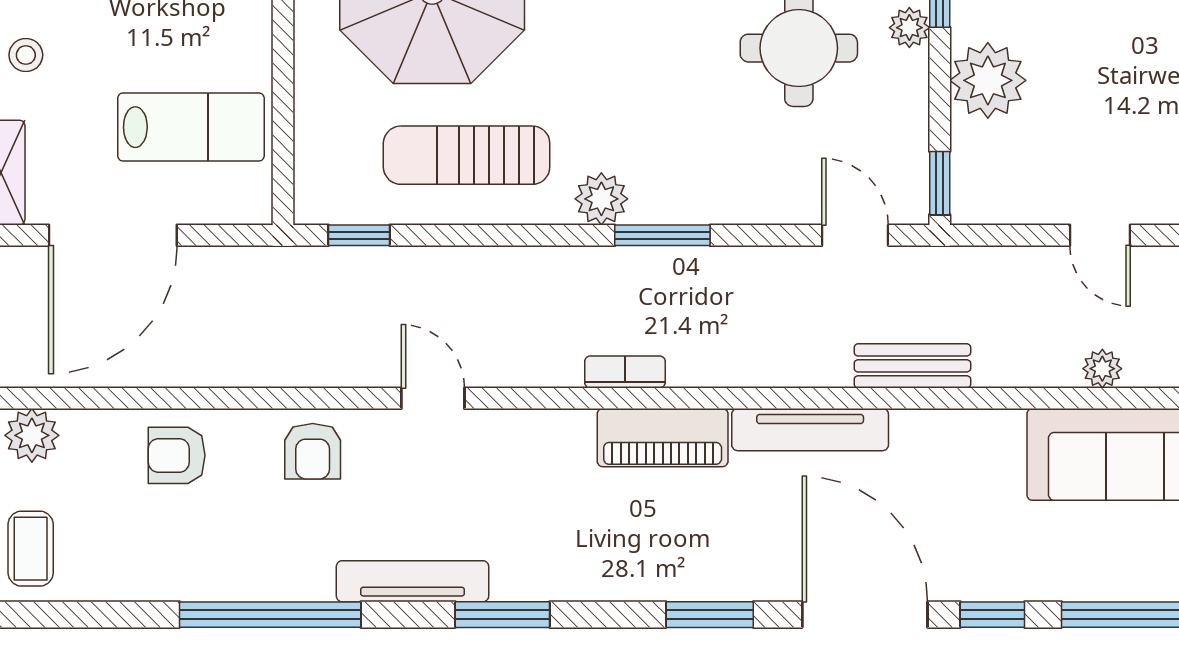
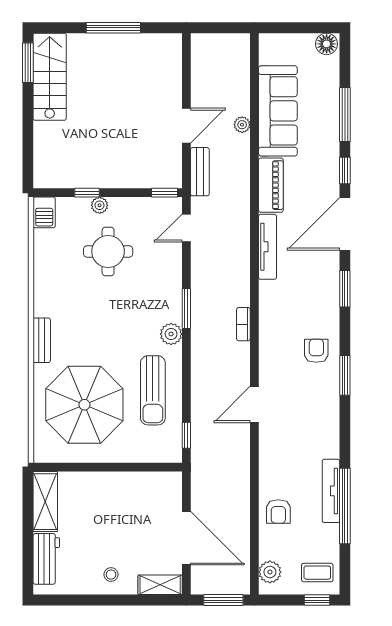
plant: (988, 80) -> (122, 172), removed
lab bench: (191, 127) -> (141, 506), removed
door: (1100, 235) -> (186, 126), width x1.38
bench: (912, 366) -> (200, 172), moved
door: (433, 398) -> (254, 404), width x1.38
piano: (663, 438) -> (271, 185), moved
armchair: (313, 451) -> (316, 351), moved, turned -90
tv unit: (413, 581) -> (331, 491), moved
window: (270, 615) -> (345, 506), moved

